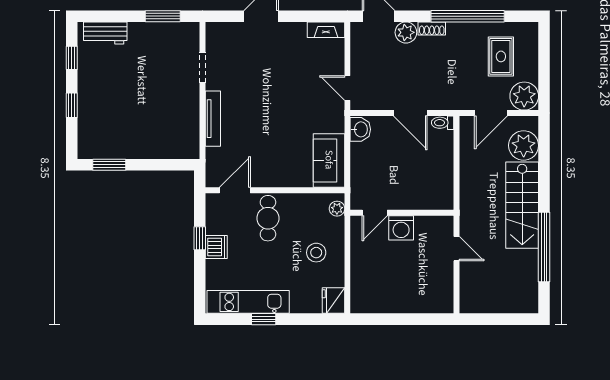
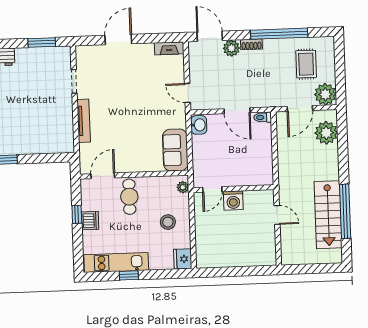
stairs: (522, 205) -> (328, 215), moved

